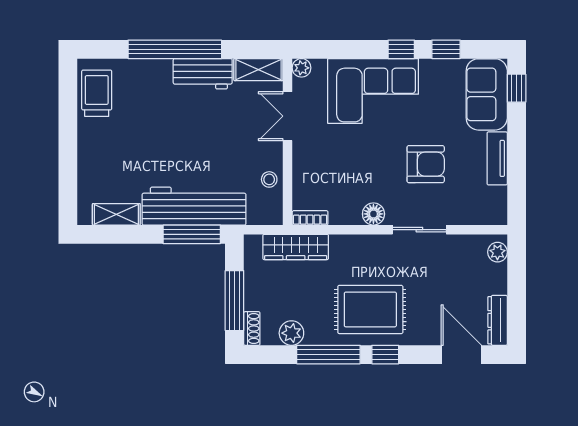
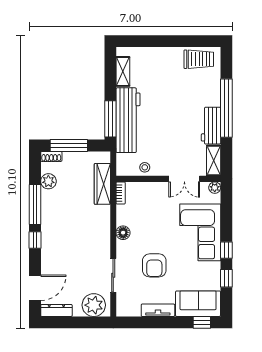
double door: (288, 116) -> (184, 179), swing flipped
sliding door: (419, 230) -> (113, 275), moved
plant: (497, 252) -> (94, 305), width x1.88, depth x1.88
rug: (370, 309) -> (63, 231), removed

